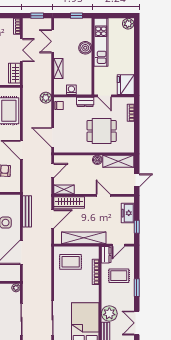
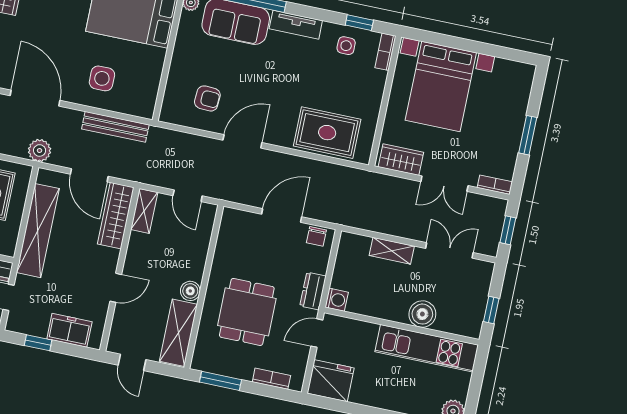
washing machine: (71, 90) -> (337, 300), moved
plant: (46, 98) -> (40, 150), moved
door: (53, 137) -> (282, 215), moved
window: (137, 137) -> (220, 381), added

